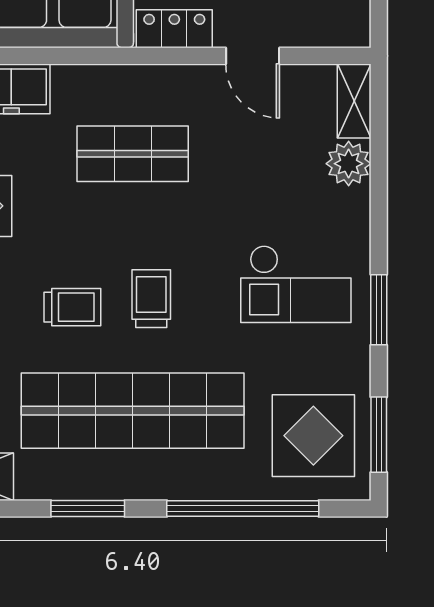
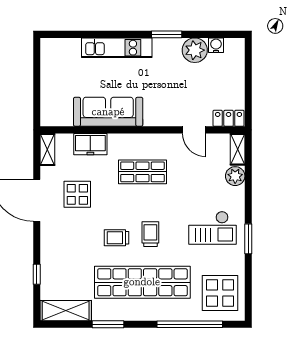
locker: (174, 29) -> (229, 118), moved
trolley: (72, 307) -> (117, 238), turned 180
window: (379, 435) -> (248, 293), removed
window: (88, 508) -> (108, 324), moved

